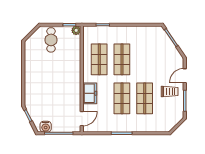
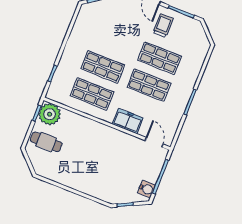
plant: (76, 30) -> (50, 114), width x1.88, depth x1.88

